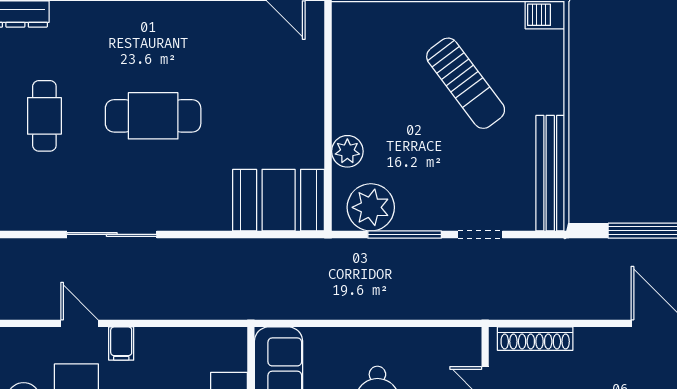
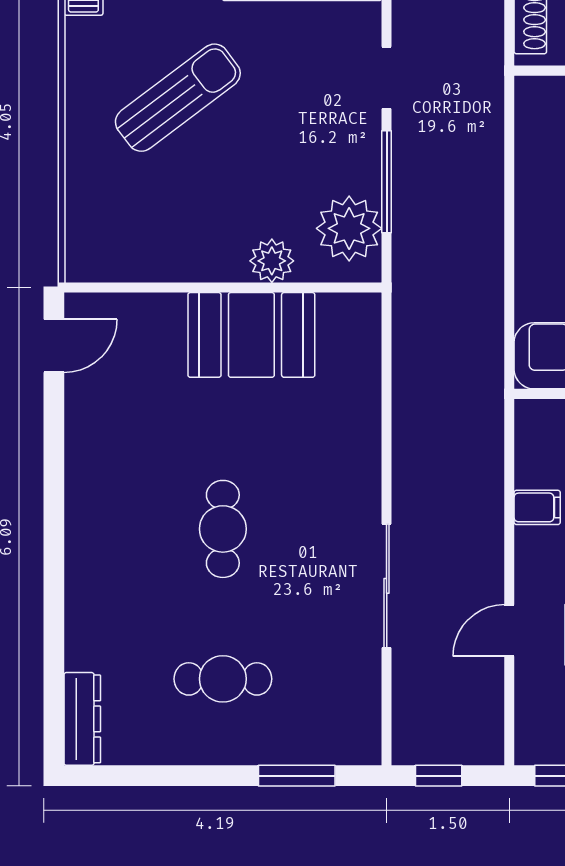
cafe table: (153, 116) -> (223, 529), width x0.73, depth x0.74
booth: (279, 200) -> (251, 335), moved, turned 90
filing cabinet: (121, 344) -> (537, 507), moved

